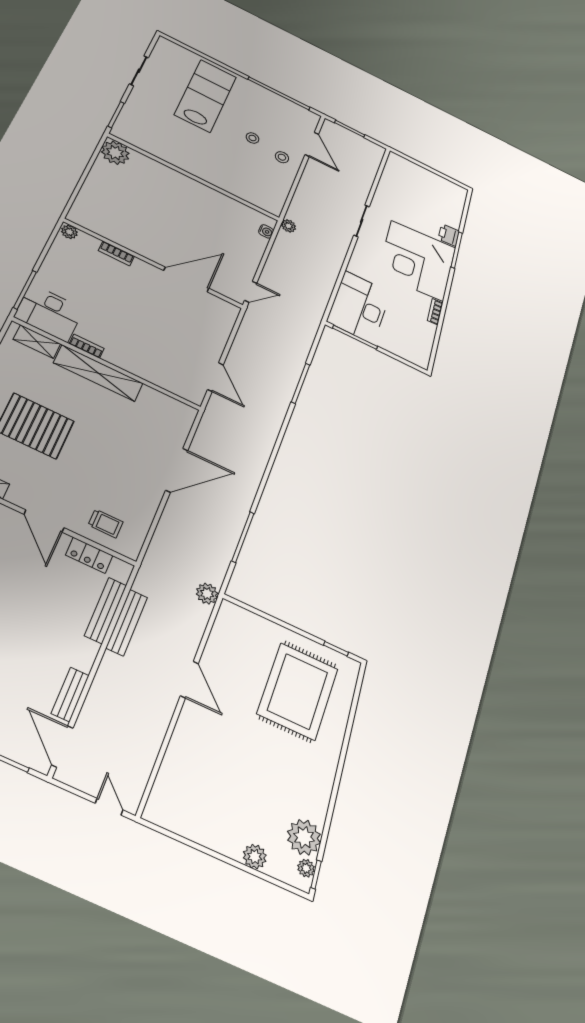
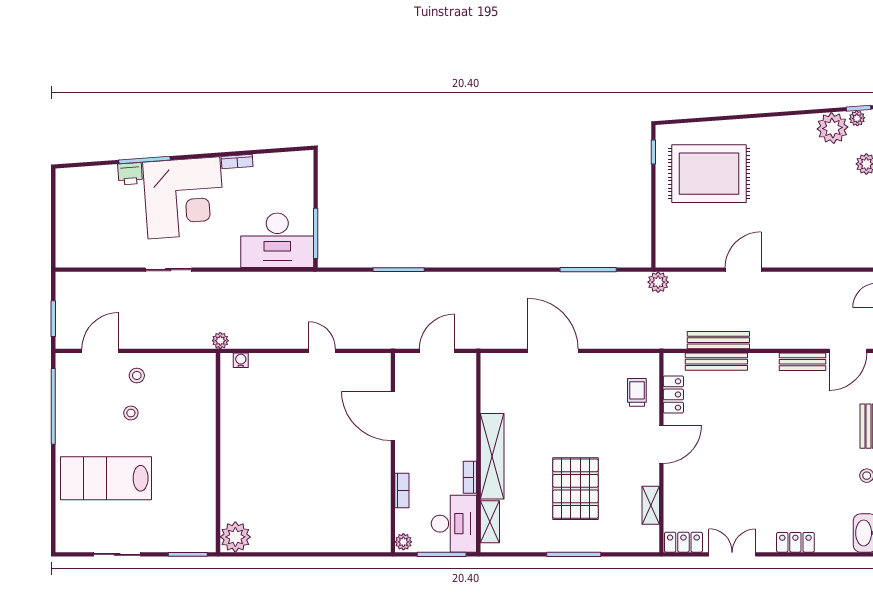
plant: (69, 232) -> (403, 542), moved
bookcase: (116, 253) -> (402, 490), moved
wall: (153, 264) -> (393, 453), moved
door: (186, 280) -> (393, 416), moved

